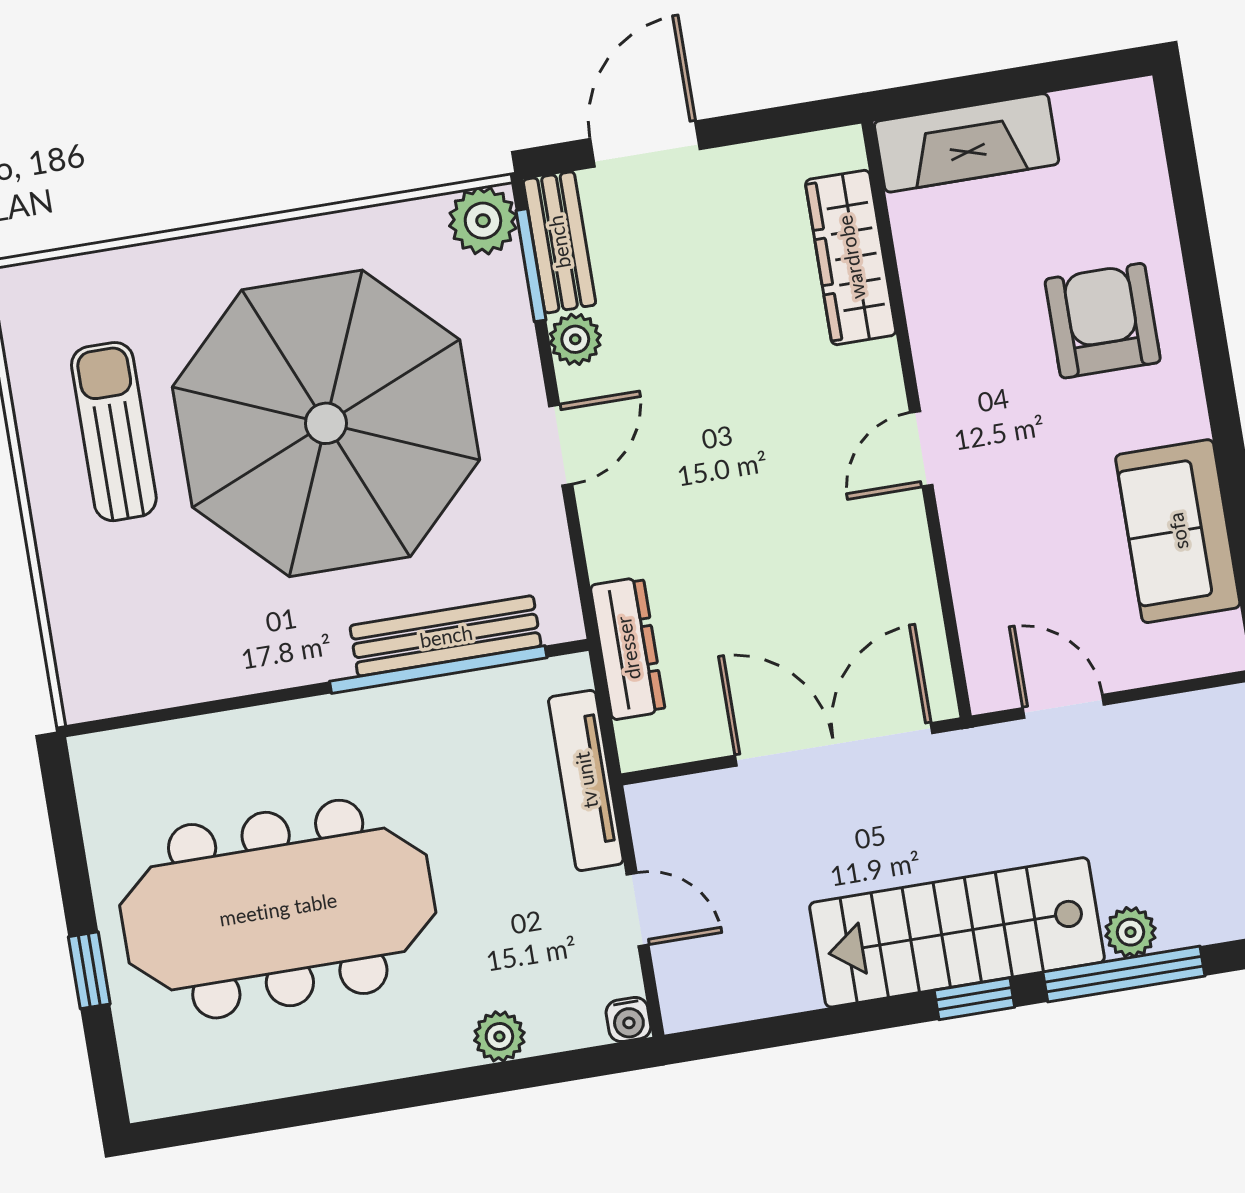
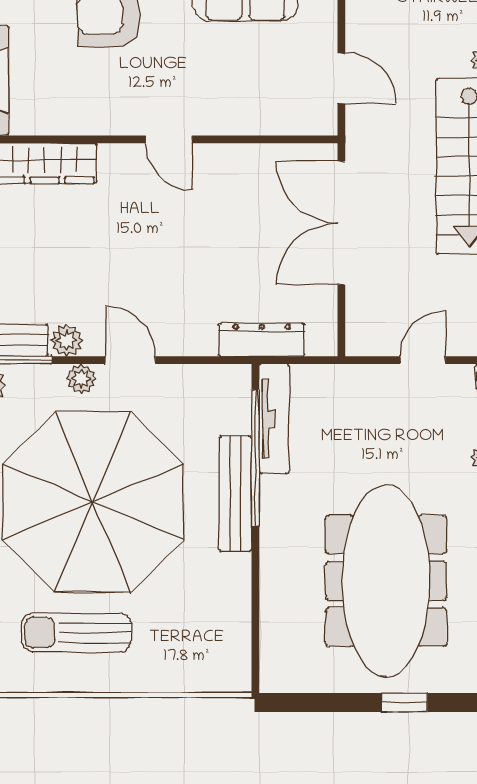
plant: (518, 372) -> (81, 379), added
bench: (446, 636) -> (235, 494), moved
door: (1063, 706) -> (341, 78), swing flipped
tv unit: (586, 780) -> (274, 419), moved, turned -90

